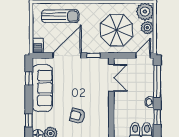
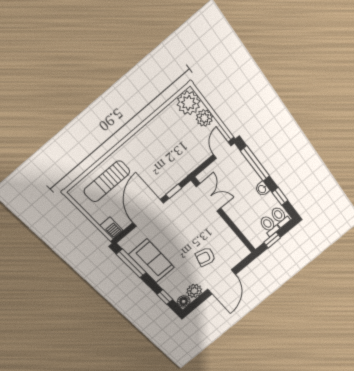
sun lounger: (60, 16) -> (107, 181), turned 180
parasol: (117, 30) -> (176, 147), removed
window: (29, 78) -> (131, 263), width x2.17
sofa: (42, 88) -> (152, 261), width x0.73

